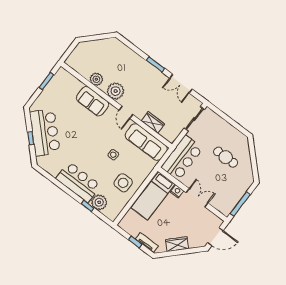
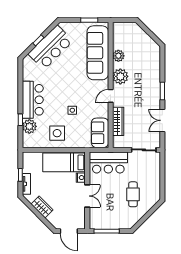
sofa: (93, 101) -> (98, 53), width x1.85, depth x1.27
wardrobe: (153, 122) -> (118, 121), width x1.50
sofa: (146, 142) -> (100, 133), width x0.73

